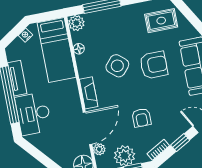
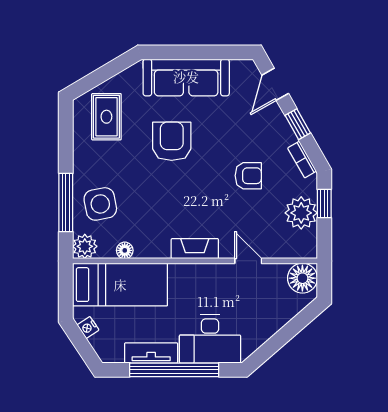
side table: (117, 66) -> (100, 204), moved, turned 38
door: (87, 128) -> (248, 261), width x0.53
plant: (99, 149) -> (284, 249), removed

